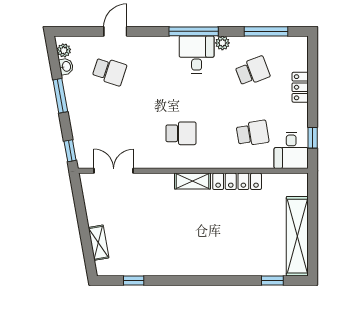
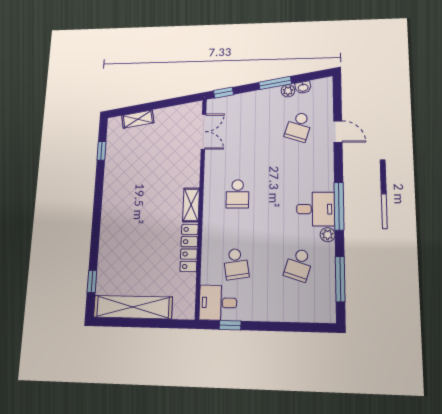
plant: (64, 50) -> (288, 91), moved
school desk: (253, 71) -> (299, 265), turned 39
locker: (300, 87) -> (282, 314), removed

